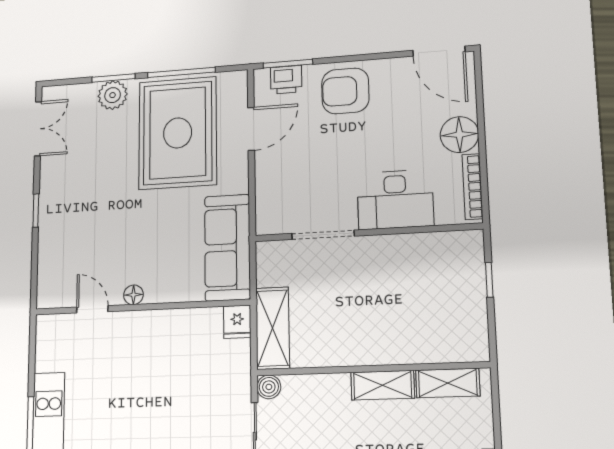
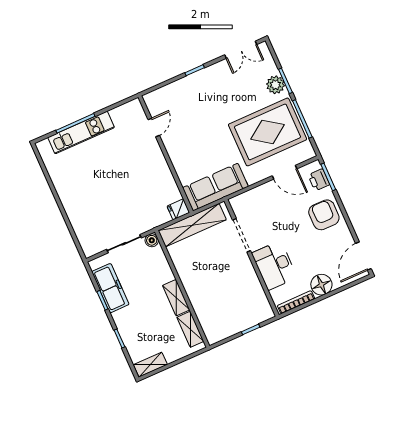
floor lamp: (133, 295) -> (170, 147), removed
shelving: (273, 328) -> (192, 225), width x1.47

